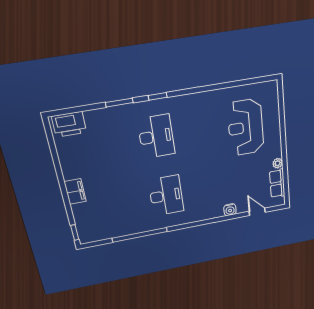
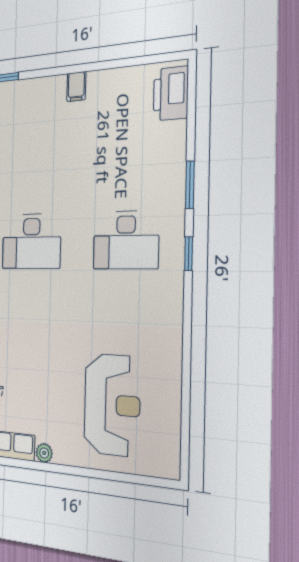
reception desk: (246, 127) -> (112, 405), turned 90
filing cabinet: (75, 191) -> (76, 87), width x0.50

